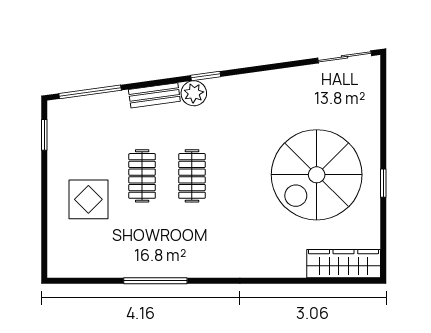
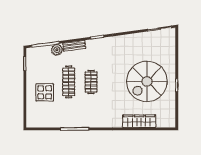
plant: (194, 93) -> (57, 50), moved
clothes rail: (142, 176) -> (69, 82), width x1.36
wardrobe: (344, 264) -> (139, 121), moved

